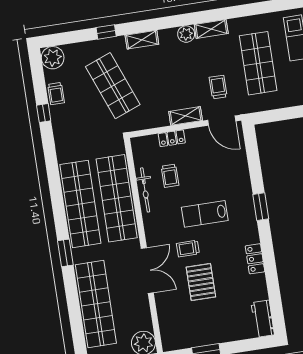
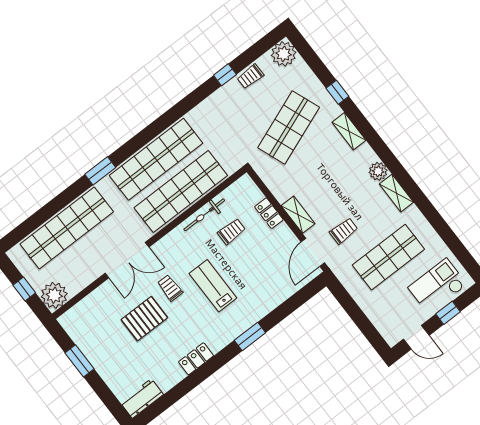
trolley: (170, 176) -> (231, 232), turned 180

